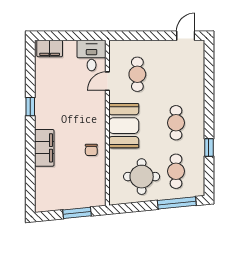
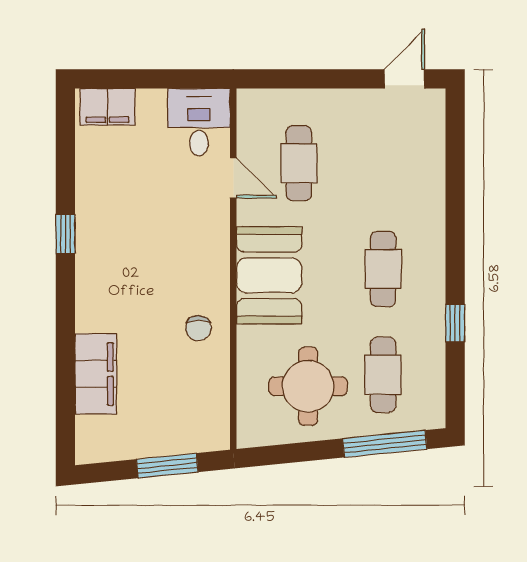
door: (107, 81) -> (233, 178), swing flipped
filing cabinet: (44, 148) -> (96, 374), moved

